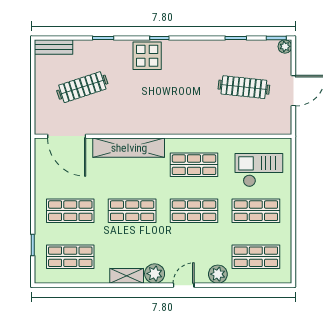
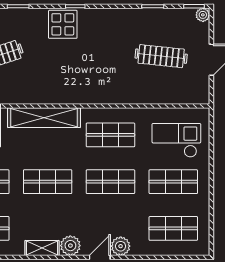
plant: (218, 274) -> (121, 246), moved

